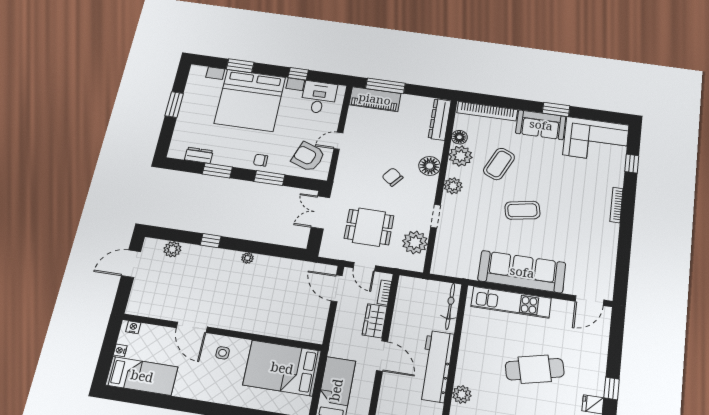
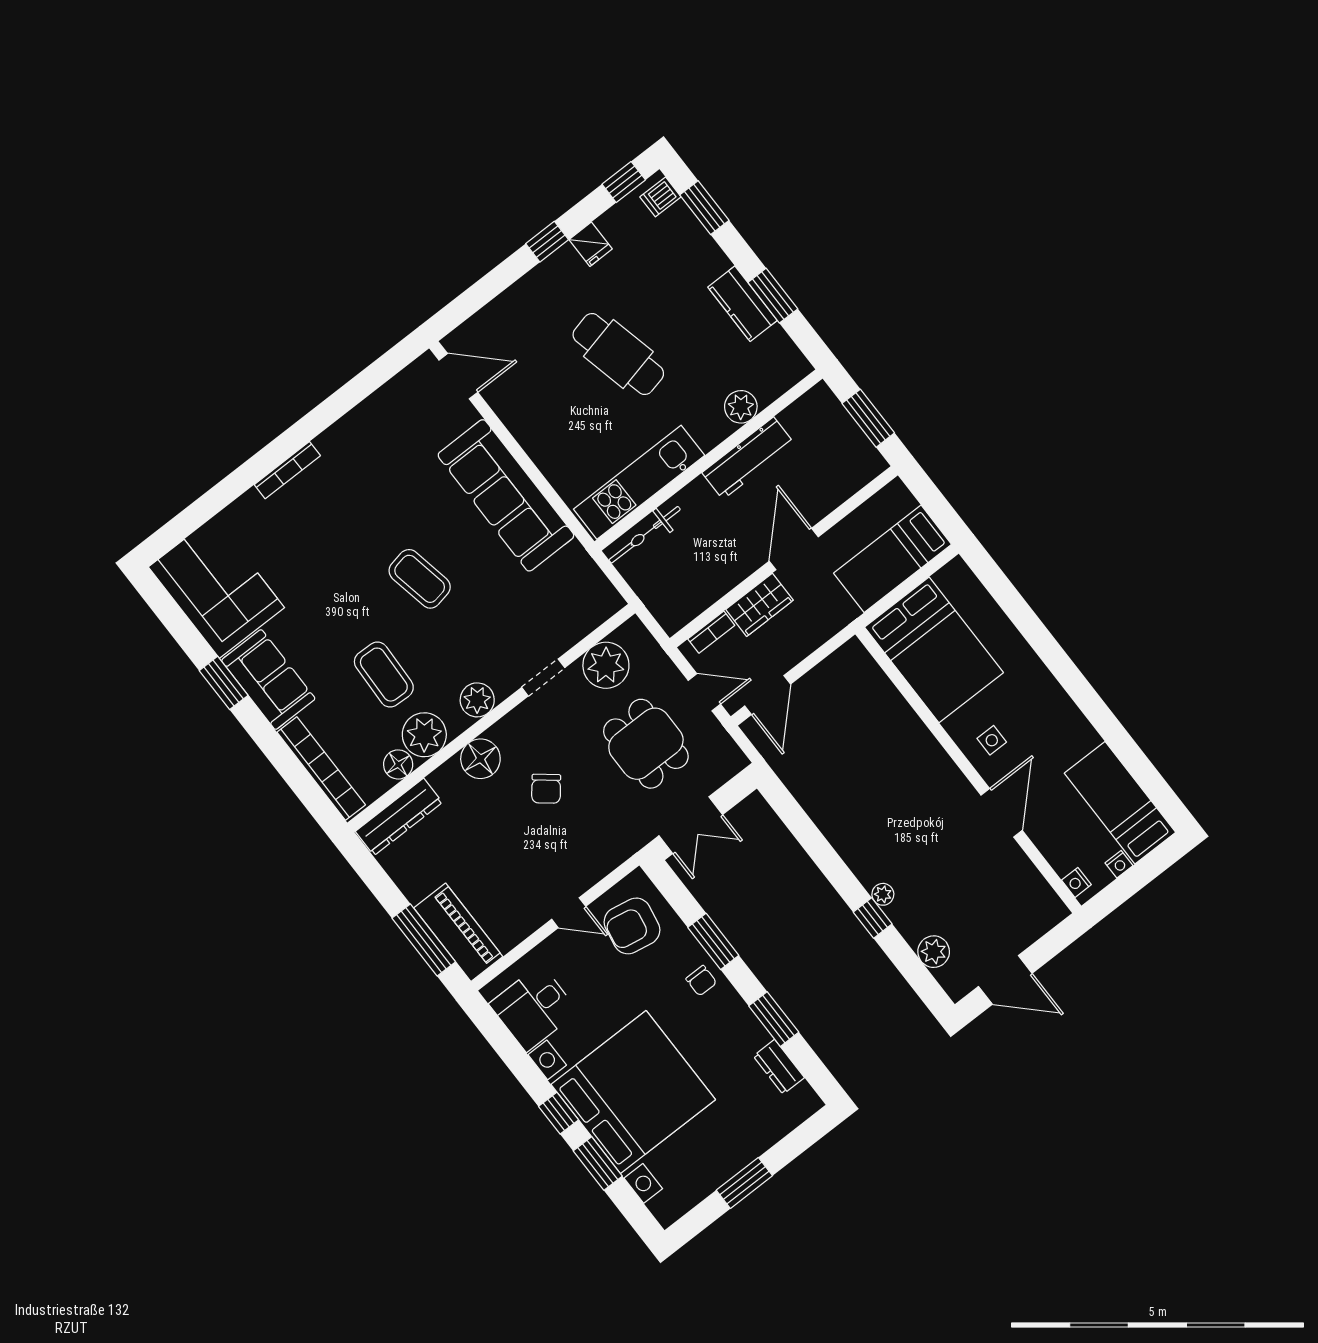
window: (298, 74) -> (558, 1113), moved
armchair: (308, 157) -> (632, 926), turned 80
coffee table: (499, 164) -> (384, 675), turned 68
window: (632, 164) -> (204, 508), removed
plant: (247, 258) -> (883, 894), moved
door: (364, 267) -> (704, 692), hinge flipped
kitchen unit: (511, 302) -> (639, 482), moved, turned -90
workbench: (436, 366) -> (748, 458), width x0.73, depth x0.76

